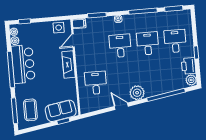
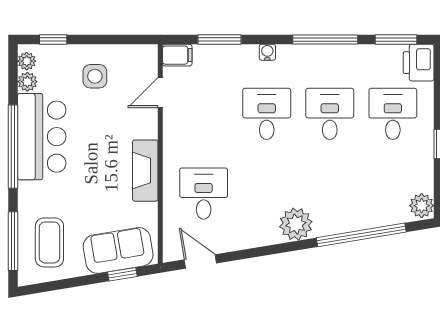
side table: (59, 28) -> (95, 76), moved
fireplace: (69, 65) -> (145, 171), moved
printer: (189, 66) -> (419, 63), moved
door: (121, 106) -> (200, 261), moved

